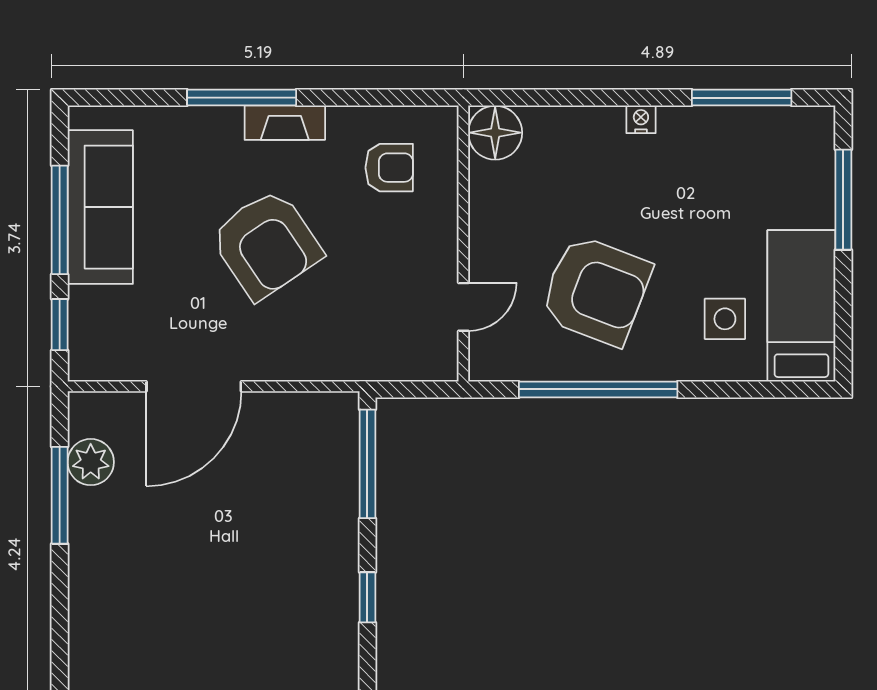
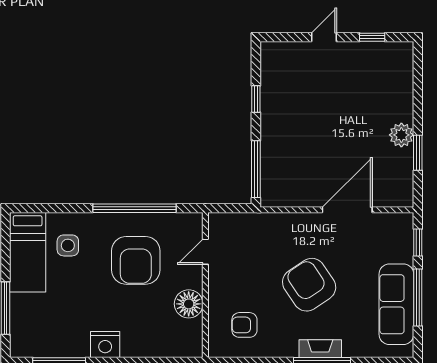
nightstand: (641, 119) -> (105, 345), width x1.89, depth x1.79
fireplace: (285, 123) -> (320, 349), moved
floor lamp: (495, 133) -> (189, 304), moved
armchair: (596, 290) -> (136, 260), turned -111
plant: (91, 462) -> (401, 135), moved
window: (60, 495) -> (418, 153), width x0.69

